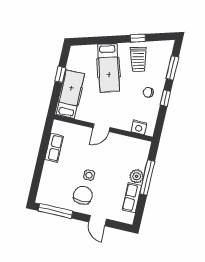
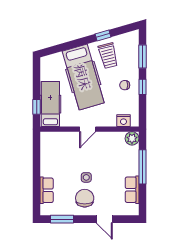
hospital bed: (109, 68) -> (83, 77), width x1.37, depth x1.29
window: (60, 74) -> (37, 107), moved
row of seats: (54, 148) -> (47, 190), moved
plant: (137, 176) -> (132, 138), moved
window: (56, 211) -> (62, 219), width x0.69

